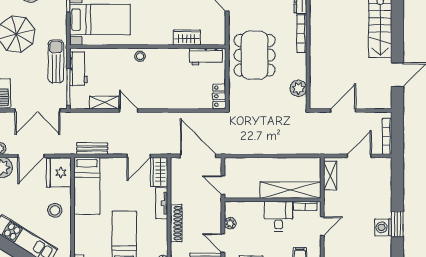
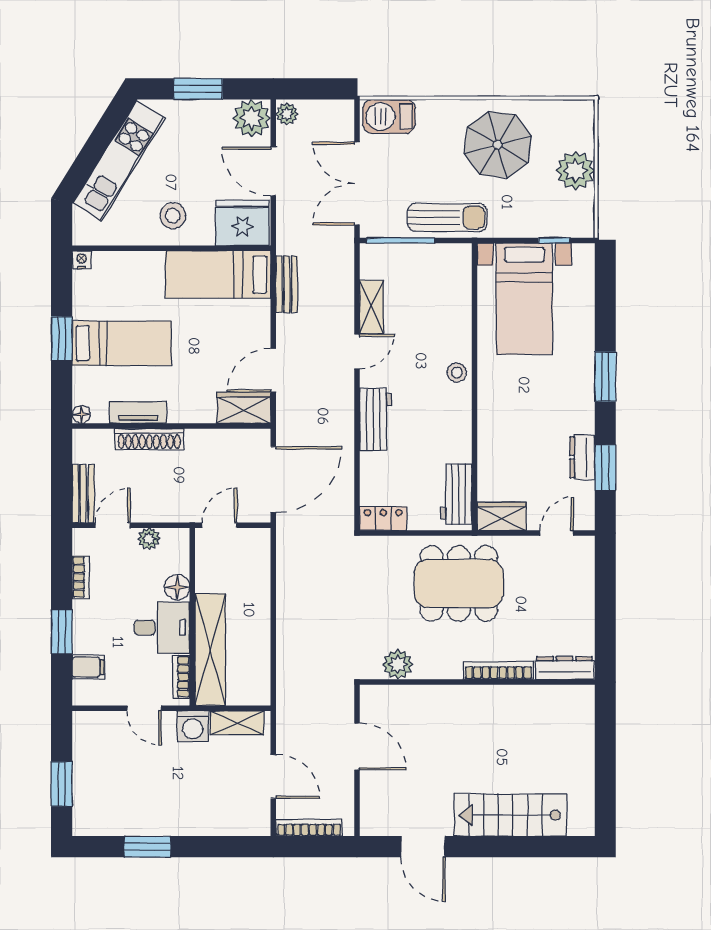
wardrobe: (187, 37) -> (502, 516), moved, turned -90
workbench: (78, 69) -> (376, 419), moved, turned -90
door: (139, 156) -> (273, 370), hinge flipped
tv unit: (162, 203) -> (138, 412), moved
floor lamp: (257, 208) -> (177, 587), added
washing machine: (383, 227) -> (193, 726), moved, turned 180

